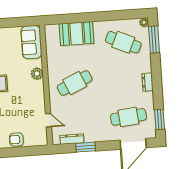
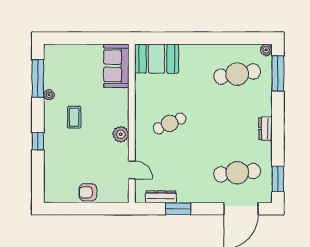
booth: (76, 34) -> (157, 59), moved
cafe table: (123, 42) -> (237, 74), turned -33
plant: (37, 74) -> (121, 134), moved
cafe table: (75, 83) -> (170, 123), width x0.73, depth x0.74

